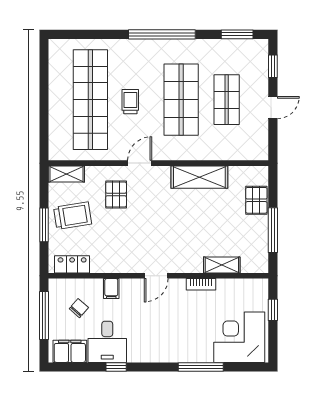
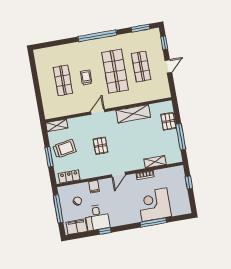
shop shelf: (90, 100) -> (63, 80), width x0.50, depth x0.74
pallet: (116, 194) -> (101, 146), moved
corner desk: (239, 337) -> (154, 205), moved

